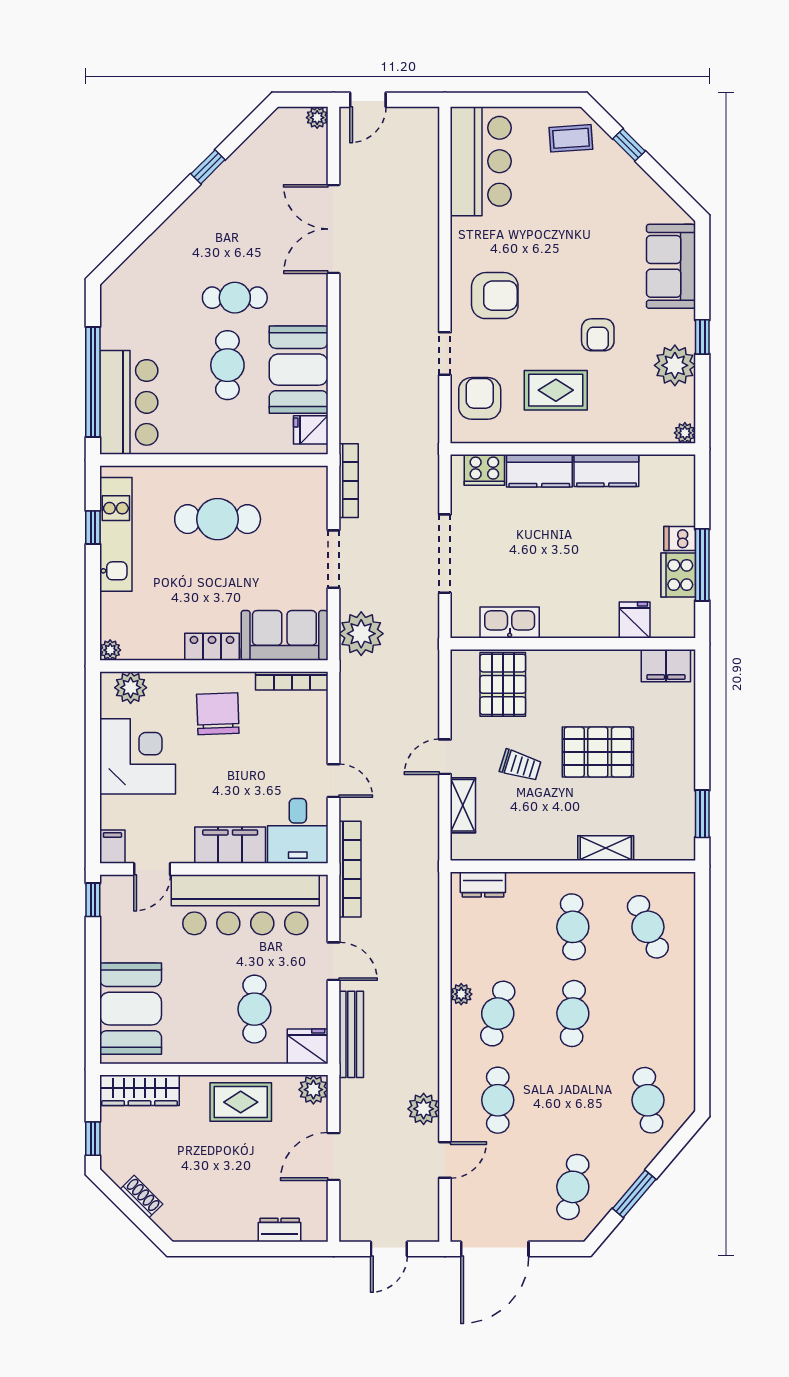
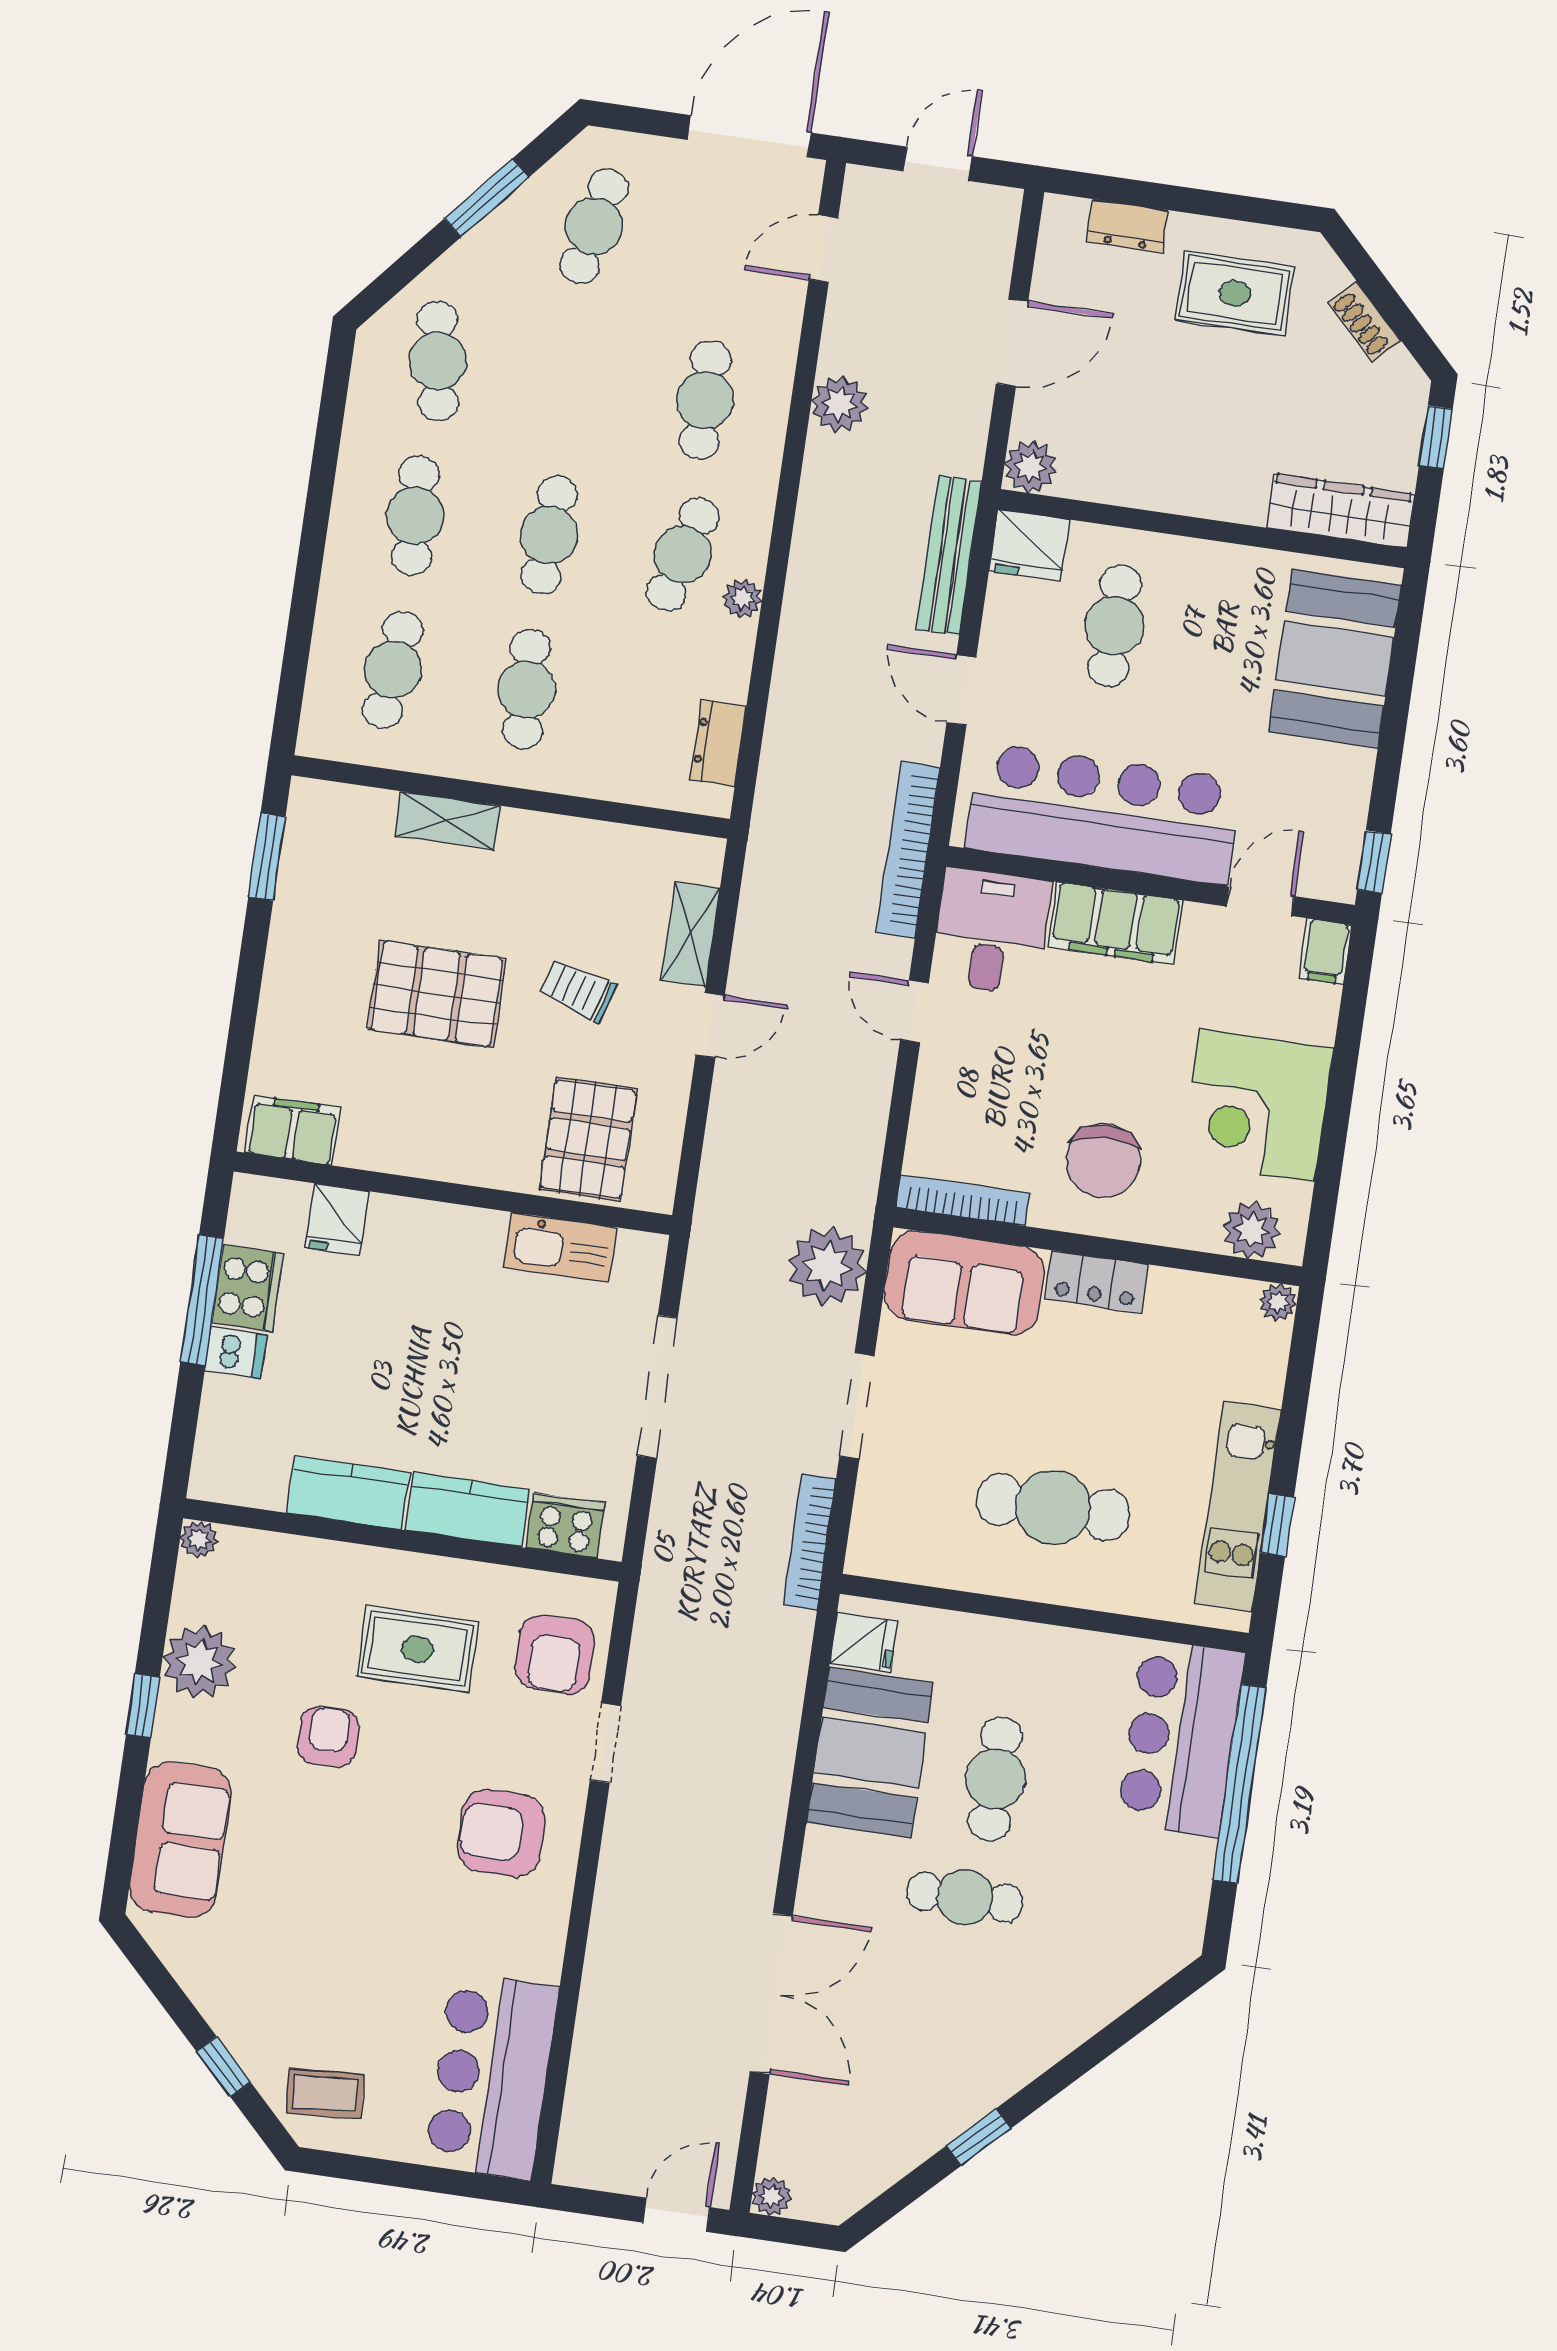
dresser: (483, 884) -> (718, 743), moved, turned -90
cafe table: (648, 927) -> (393, 670), turned 30
cafe table: (648, 1014) -> (415, 515), added
rug: (241, 1102) -> (1235, 293), moved
door: (445, 1160) -> (823, 249), moved

